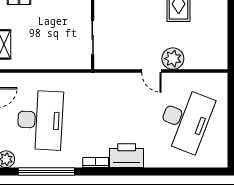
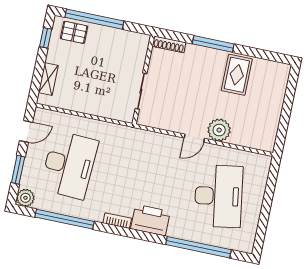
door: (151, 71) -> (194, 138), hinge flipped
desk: (185, 120) -> (219, 196), turned -30
window: (176, 172) -> (198, 247), added

